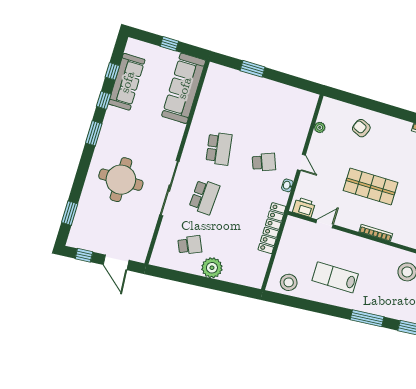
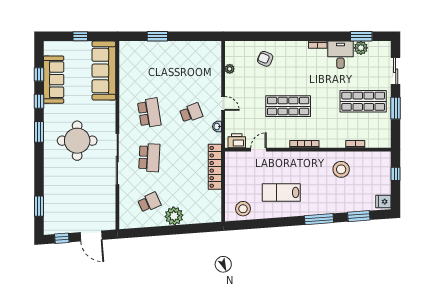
round table: (121, 180) -> (77, 141), moved

